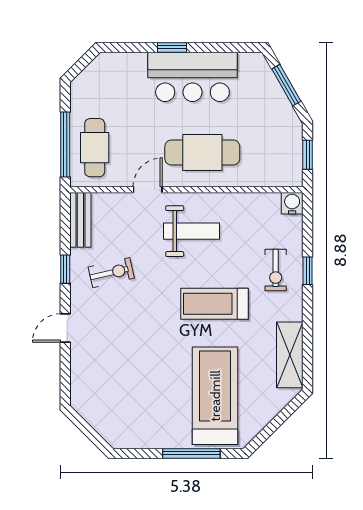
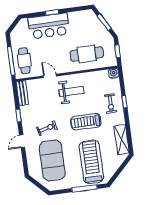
bar counter: (192, 77) -> (49, 26), moved
cafe table: (202, 153) -> (87, 54), moved
door: (148, 190) -> (50, 76), hinge flipped
exercise bike: (111, 273) -> (47, 128), moved
exercise mat: (127, 381) -> (52, 160), added

